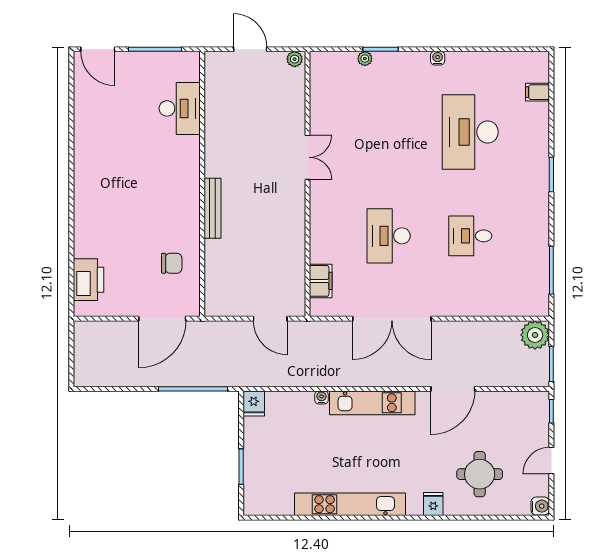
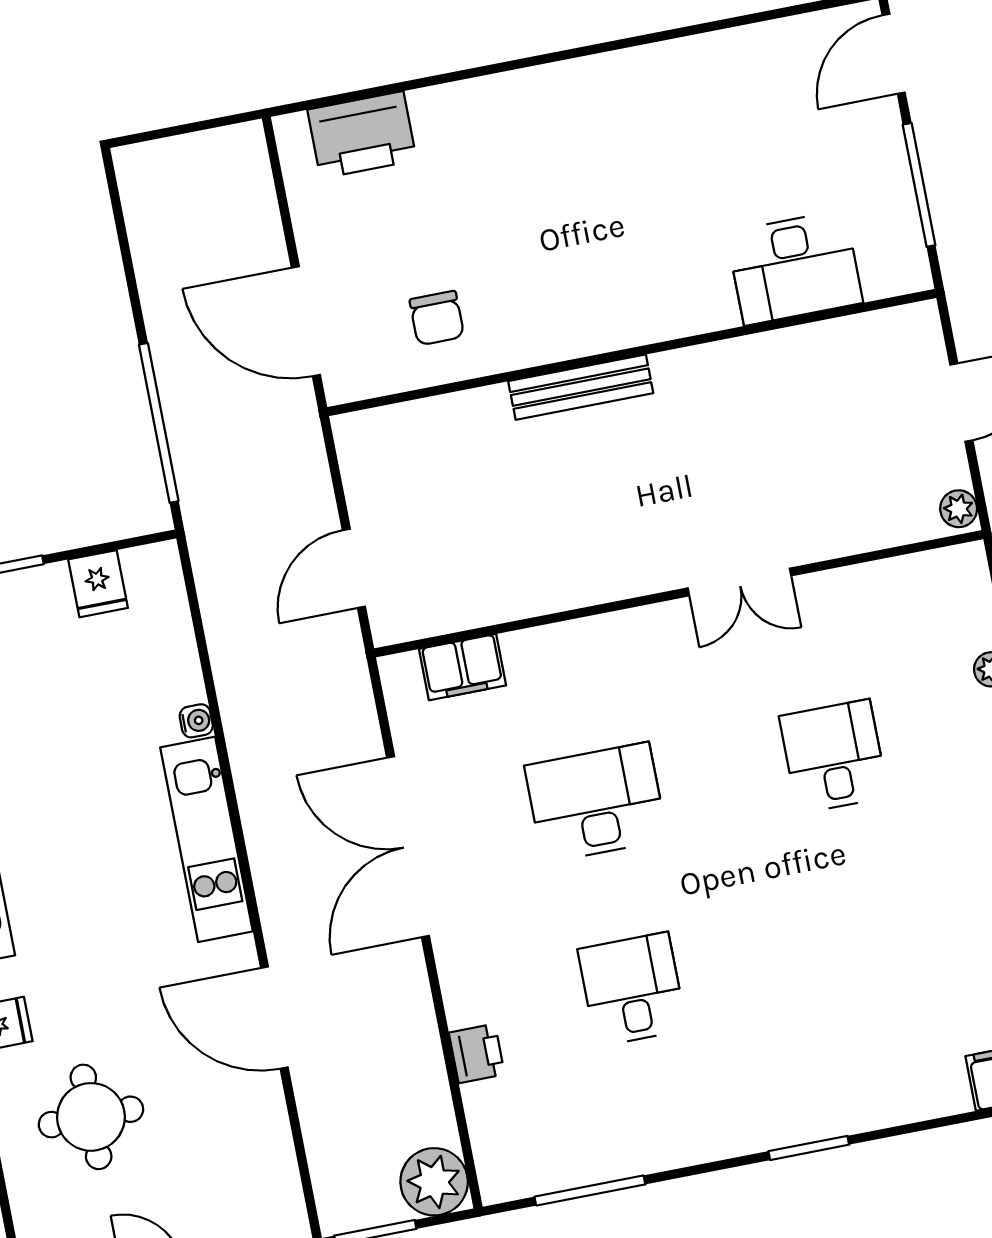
desk: (470, 132) -> (834, 756), moved, width x0.53, depth x0.77
printer: (484, 307) -> (477, 1053), added
fridge: (254, 403) -> (98, 584), moved, turned -90

